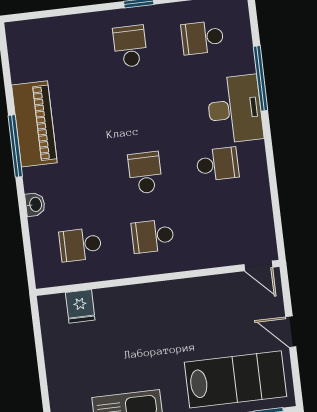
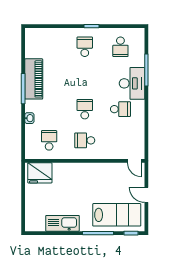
school desk: (202, 38) -> (120, 47), turned -90
school desk: (80, 245) -> (49, 140), turned 90
fridge: (80, 306) -> (40, 173), width x1.88, depth x1.34

